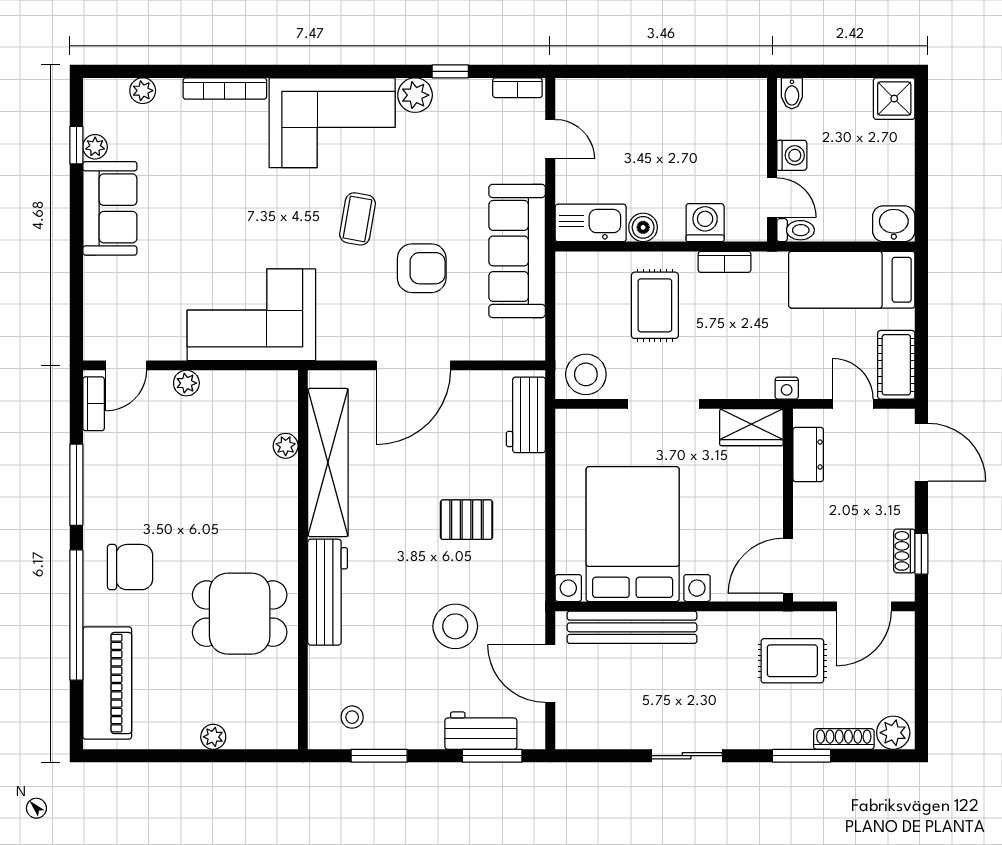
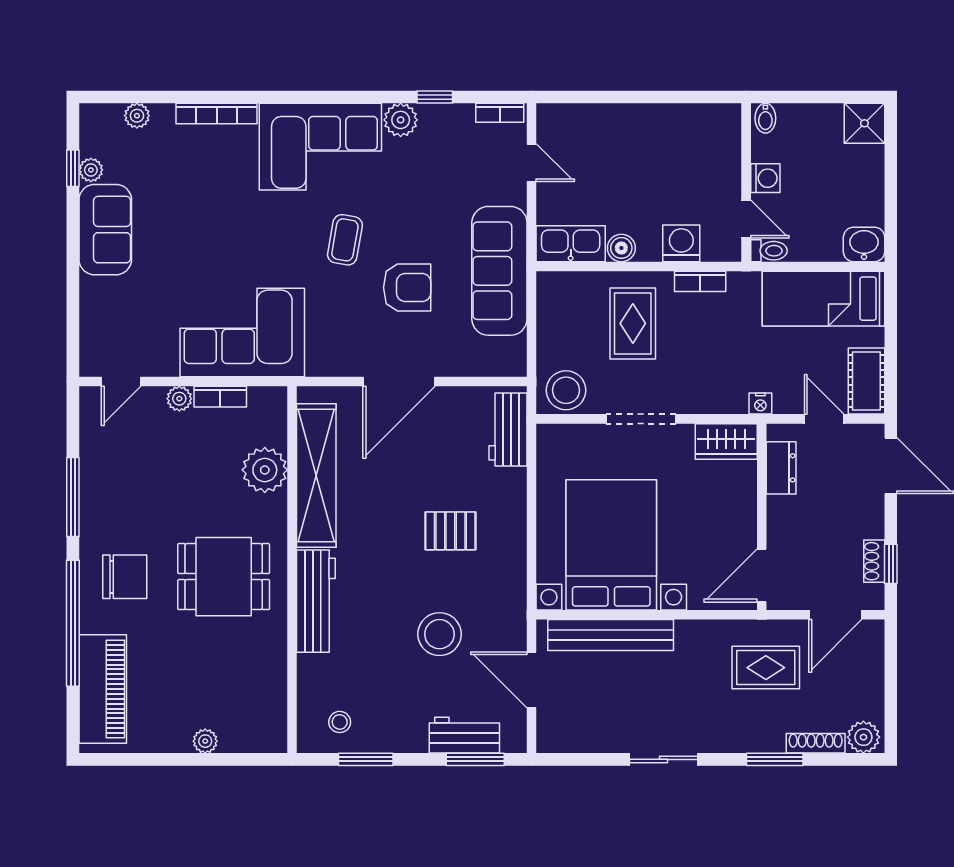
bookcase: (94, 404) -> (220, 397), moved, turned 90
plant: (286, 446) -> (265, 470), width x1.88, depth x1.88
dining table: (240, 614) -> (224, 577), moved

